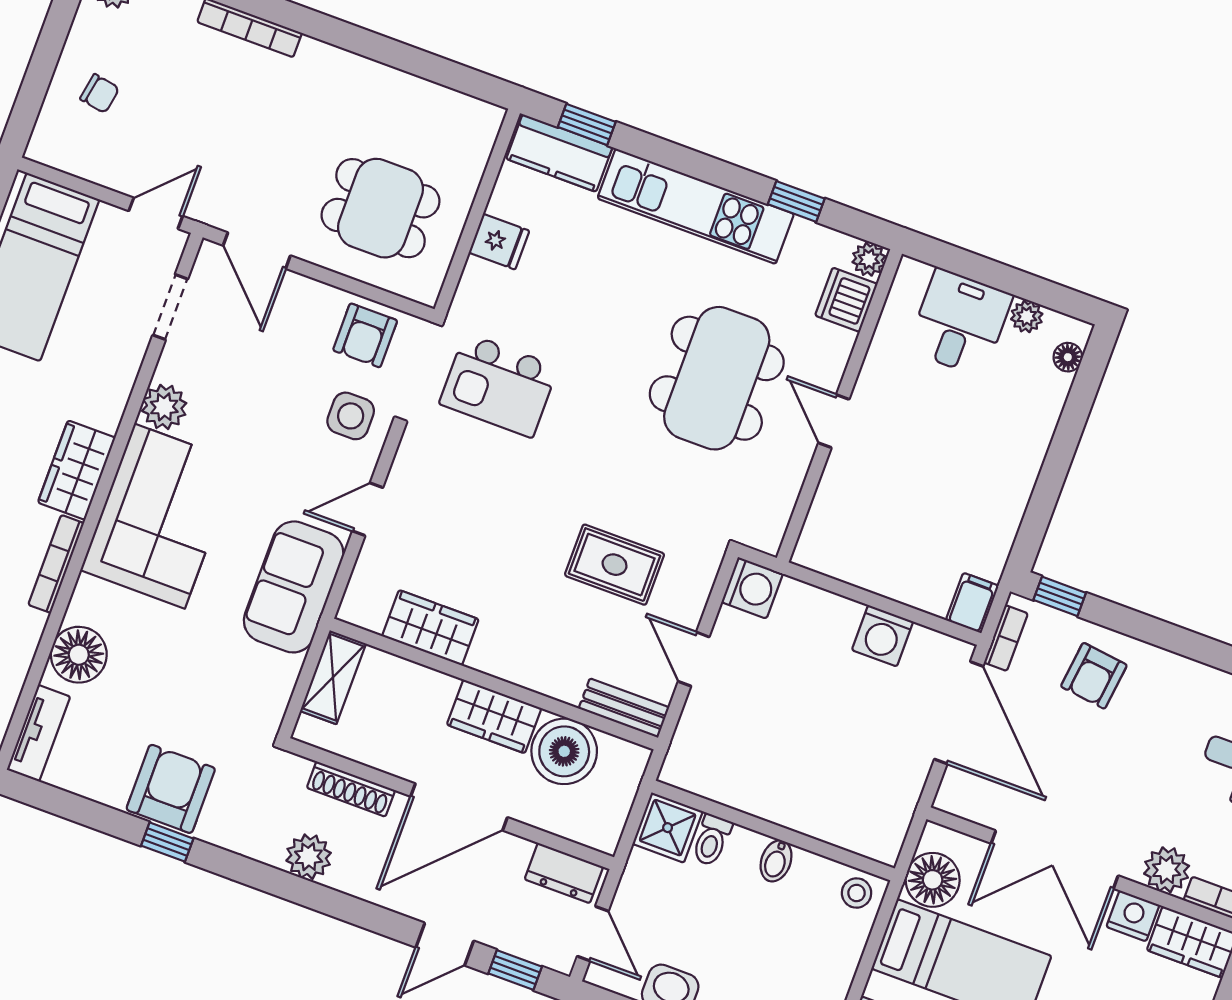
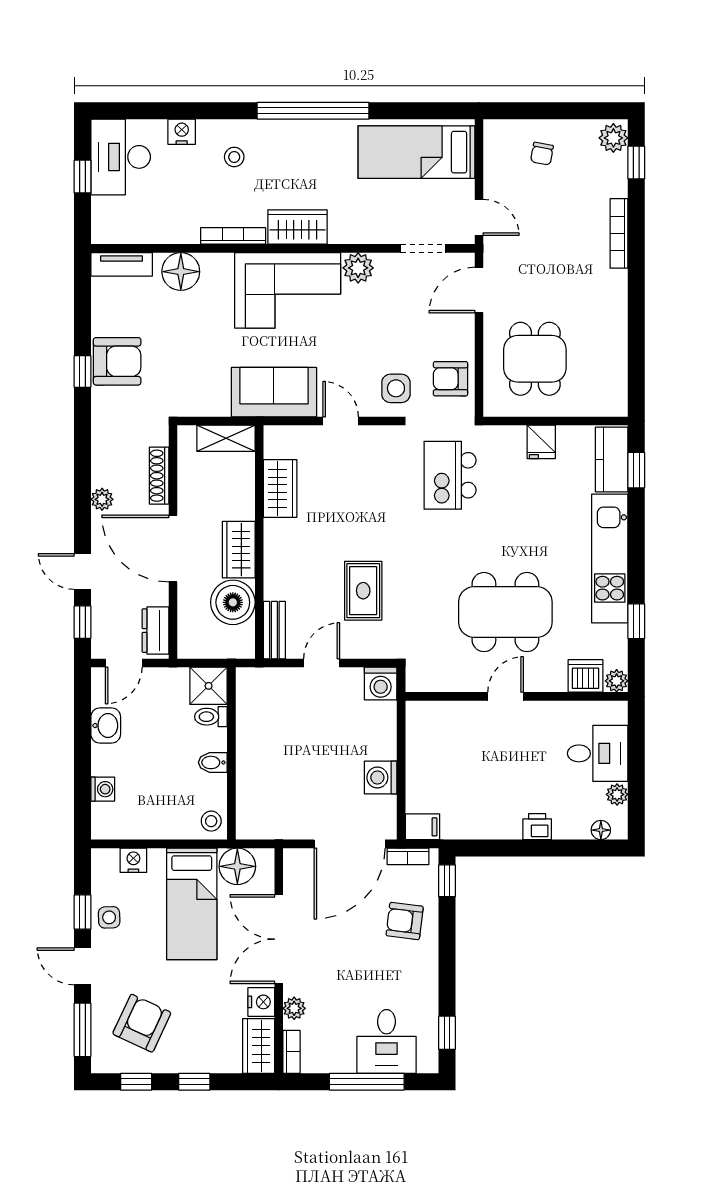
printer: (1031, 444) -> (537, 827), added
plant: (309, 857) -> (102, 499), moved, width x0.73, depth x0.73
plant: (1167, 870) -> (294, 1008), width x0.73, depth x0.73

